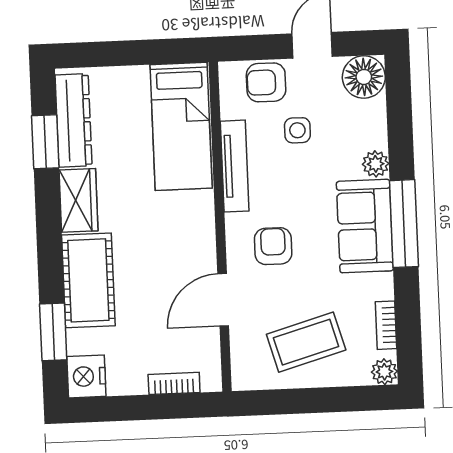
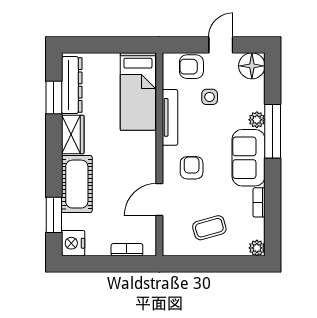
window: (404, 224) -> (273, 131), moved
bookcase: (386, 325) -> (259, 202), moved
coffee table: (306, 342) -> (209, 228), width x0.73, depth x0.77

